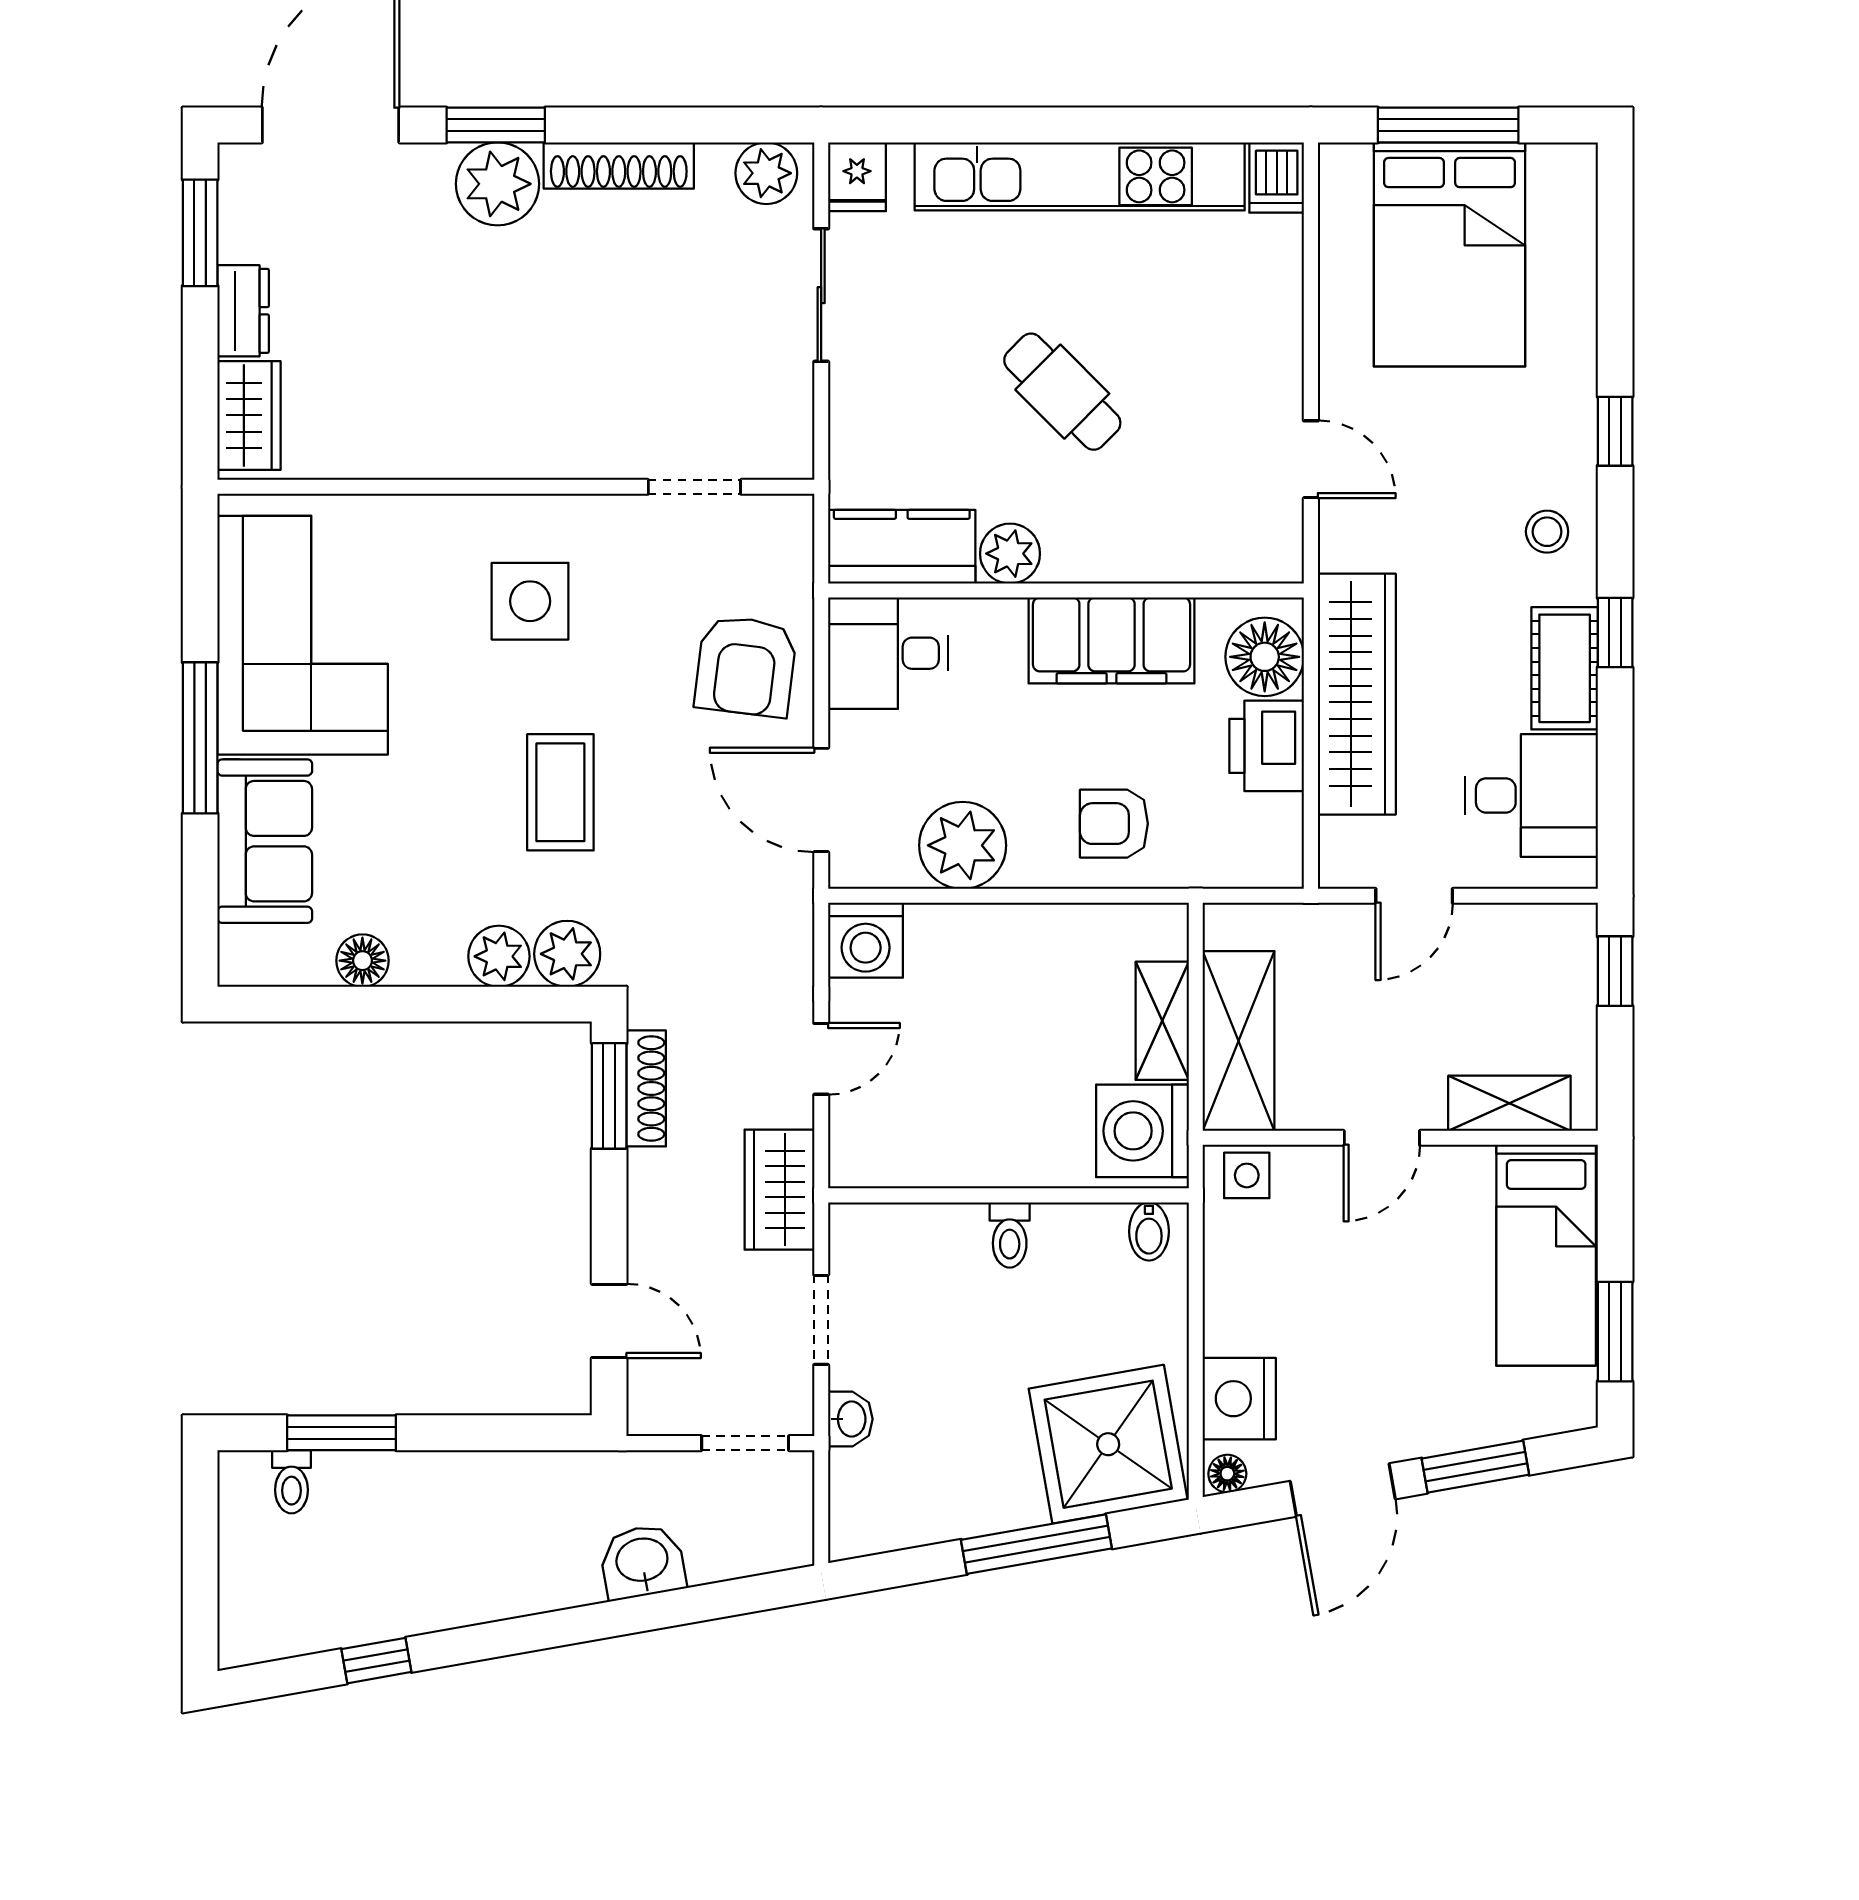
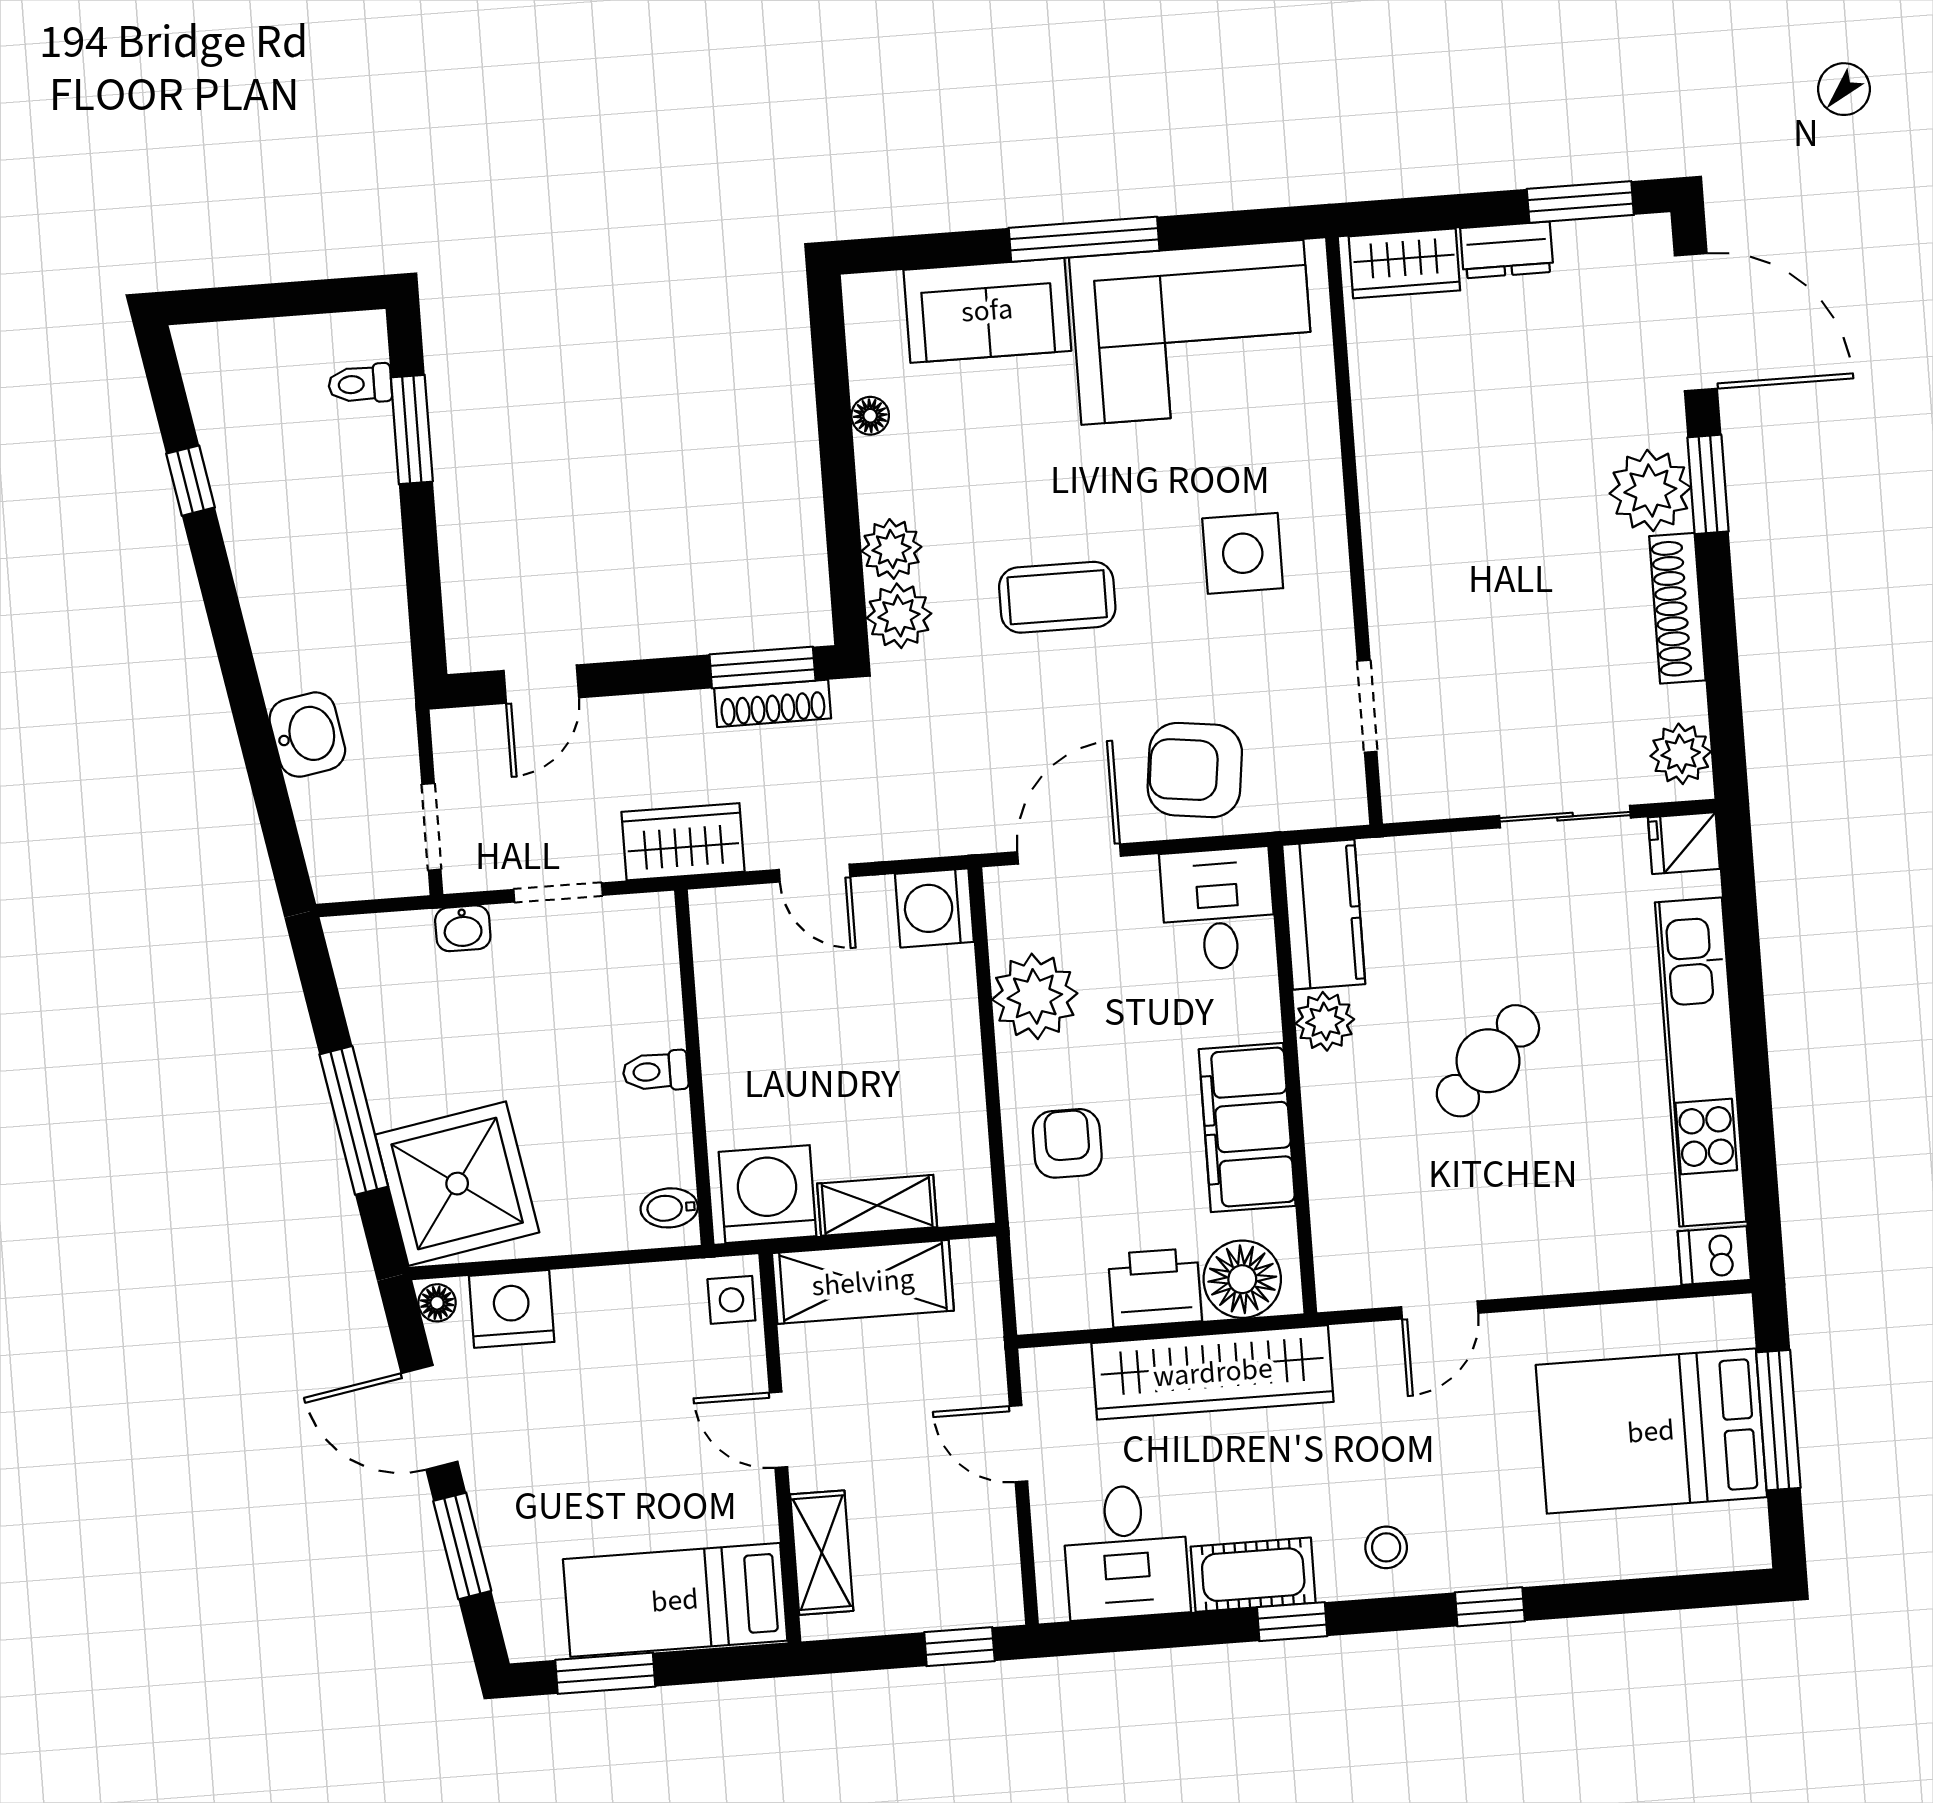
floor lamp: (362, 961) -> (870, 416), width x0.73, depth x0.73

